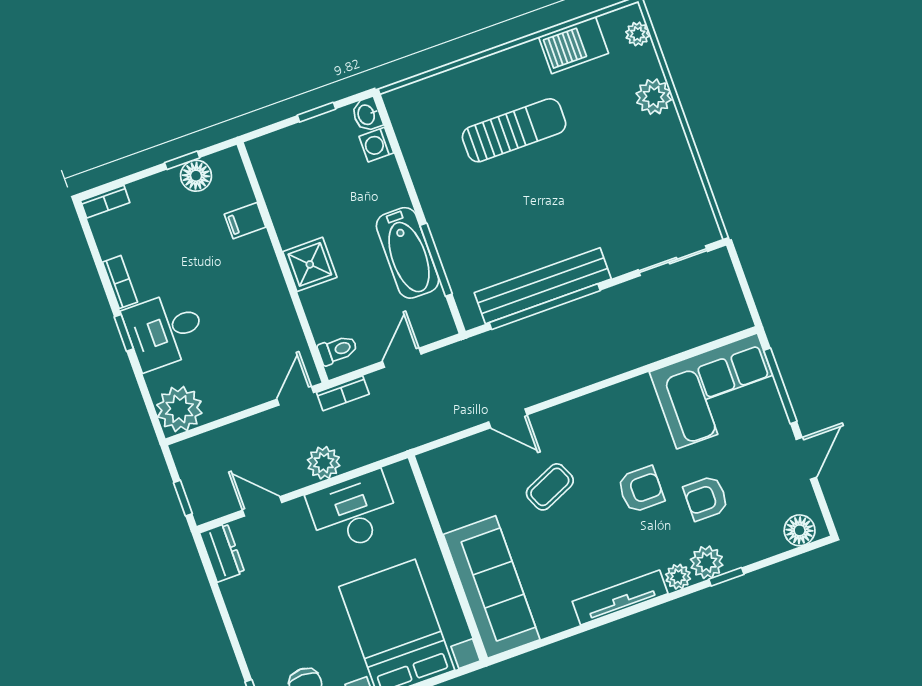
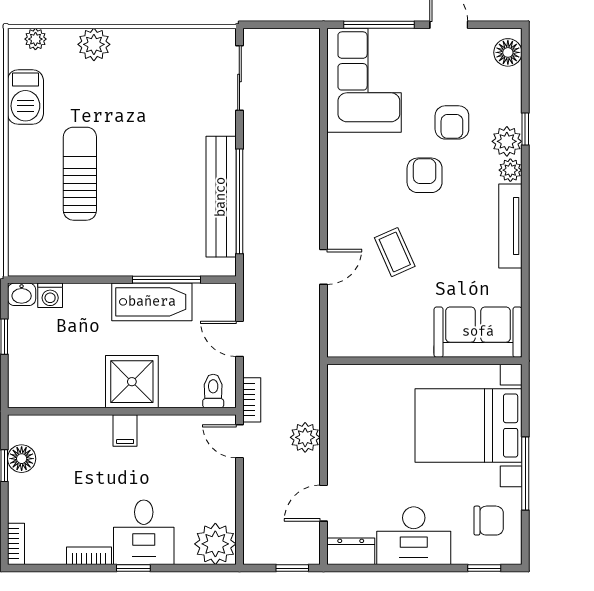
filing cabinet: (245, 221) -> (125, 430), moved
shower: (310, 264) -> (132, 382), width x1.36, depth x1.36
desk: (353, 512) -> (414, 536), moved, turned -90
sofa: (492, 587) -> (478, 332), width x0.73

